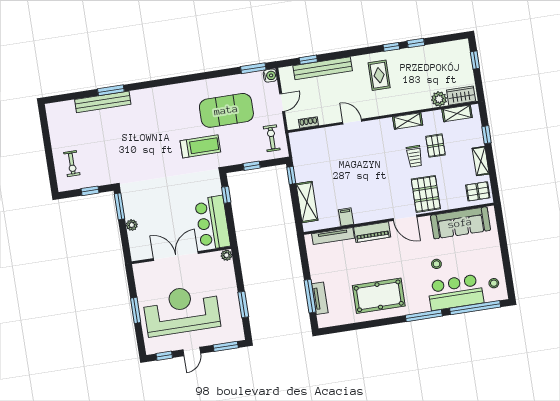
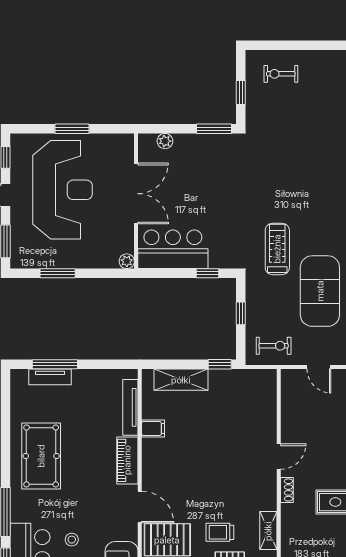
shoe rack: (308, 122) -> (287, 490), moved
treadmill: (200, 146) -> (277, 249), turned 180
door: (405, 218) -> (140, 507), swing flipped
plant: (132, 225) -> (165, 141), moved

